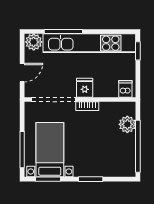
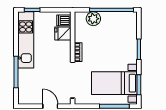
plant: (34, 42) -> (25, 97), removed
kitchen unit: (89, 43) -> (26, 40), width x0.73
fridge: (85, 88) -> (63, 33), moved

